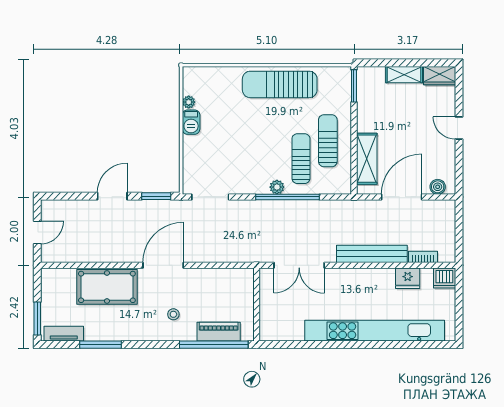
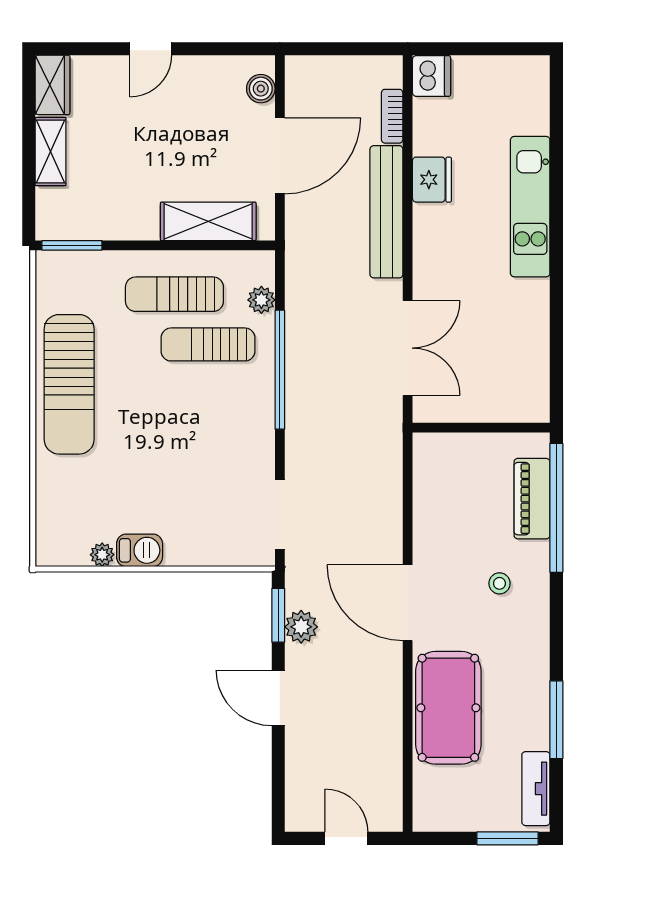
plant: (277, 187) -> (261, 300), moved
door: (402, 197) -> (280, 156), swing flipped
plant: (150, 208) -> (301, 627), added
fridge: (408, 278) -> (432, 180), moved
kitchen unit: (375, 331) -> (530, 207), width x0.54

